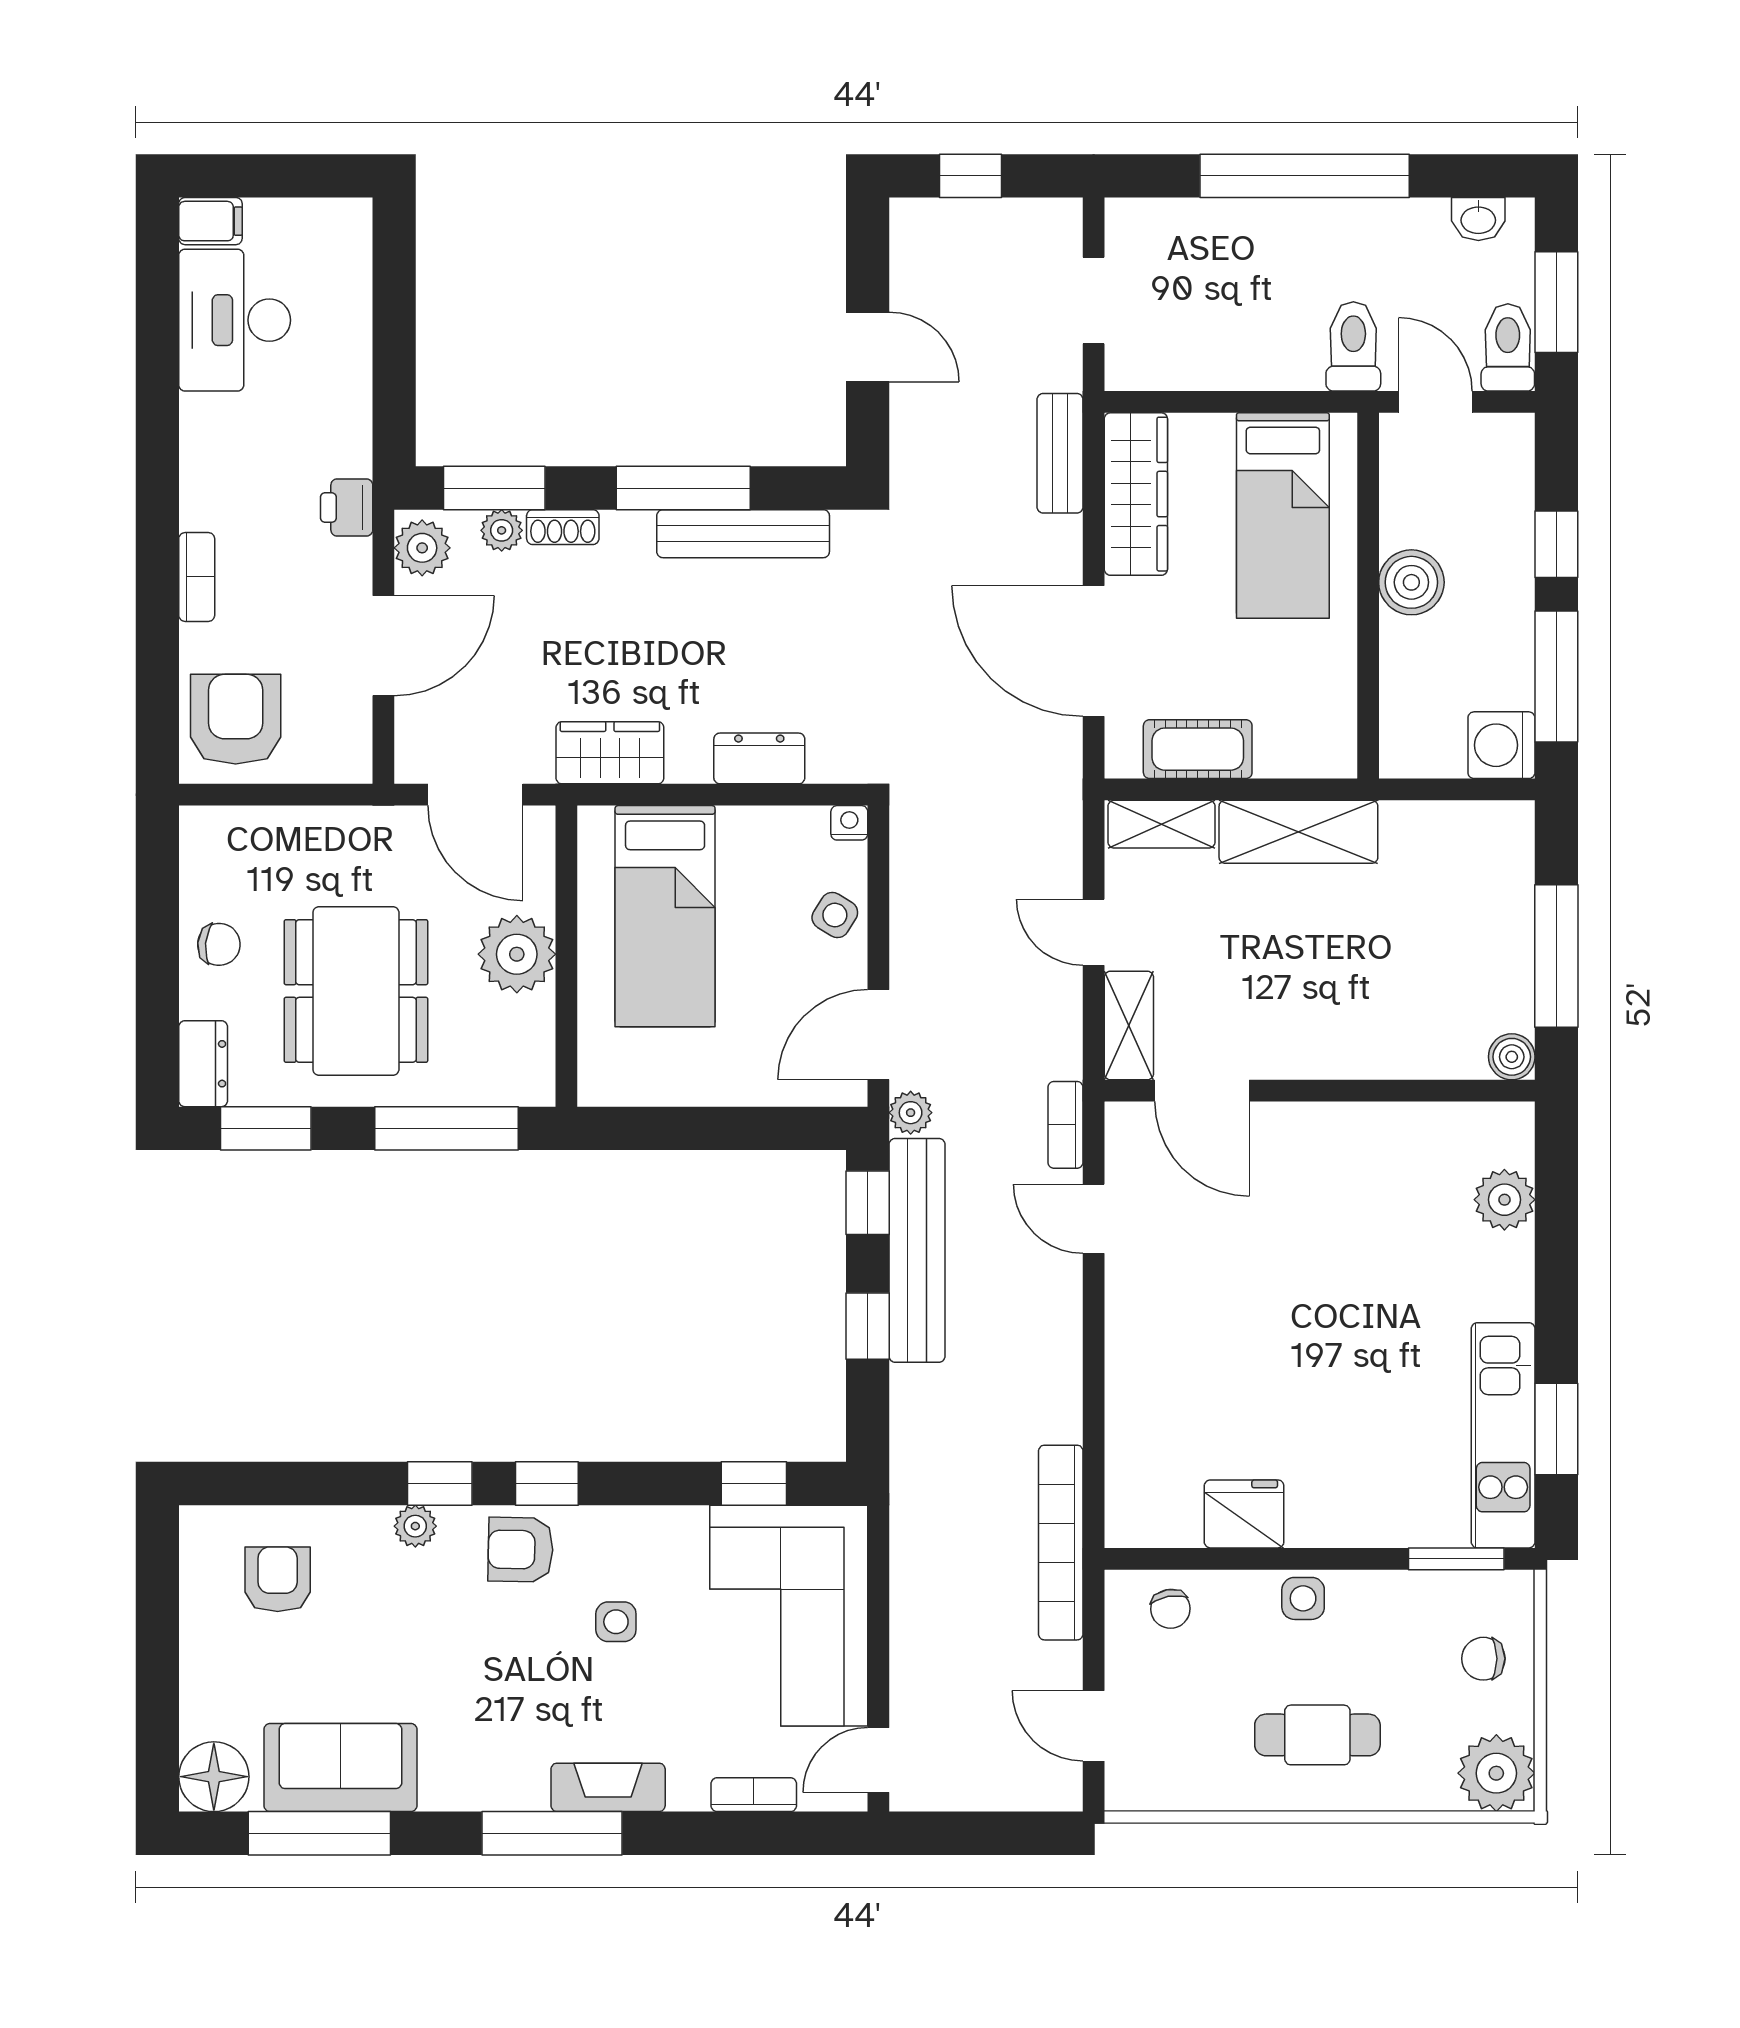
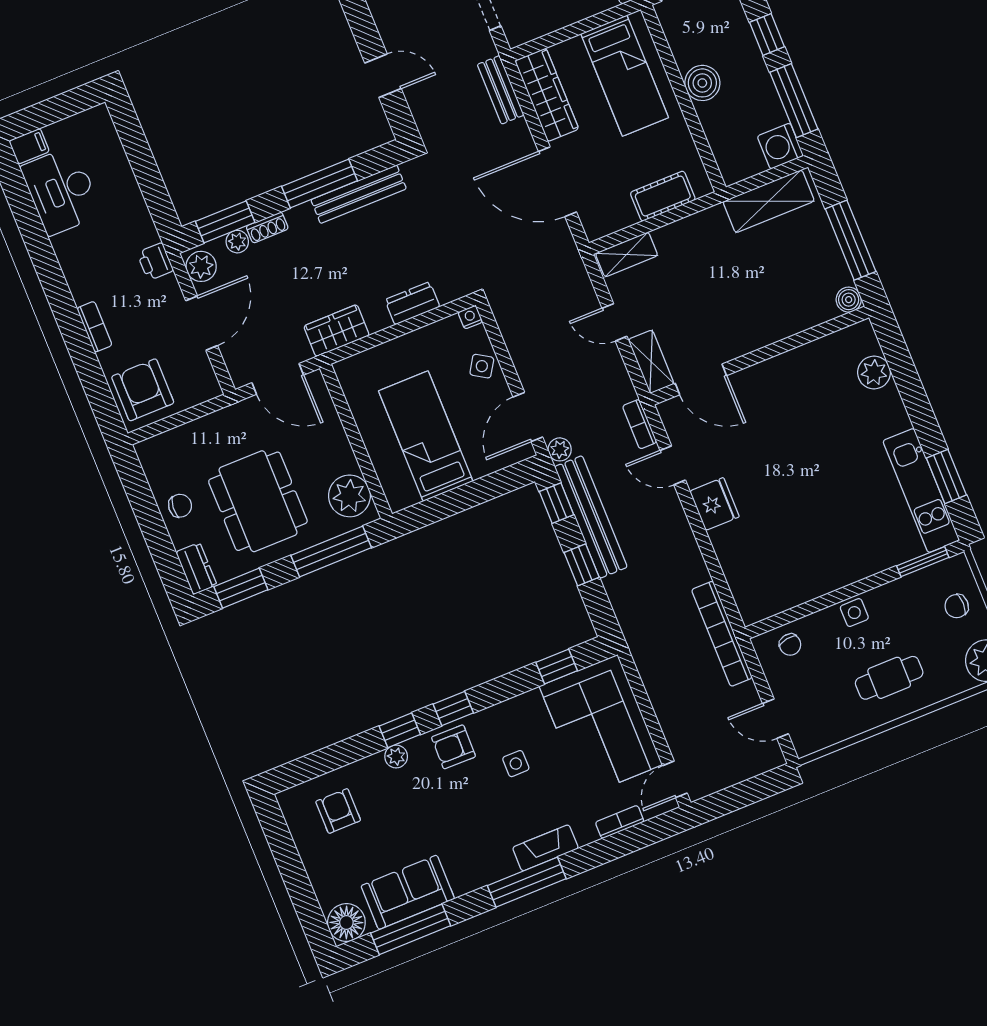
cot: (1198, 749) -> (663, 196), moved
shelving: (1298, 832) -> (769, 201), moved
bed: (665, 916) -> (426, 436), moved, turned 180
plant: (517, 954) -> (349, 496), moved
fridge: (1244, 1514) -> (714, 504), moved, turned 90

